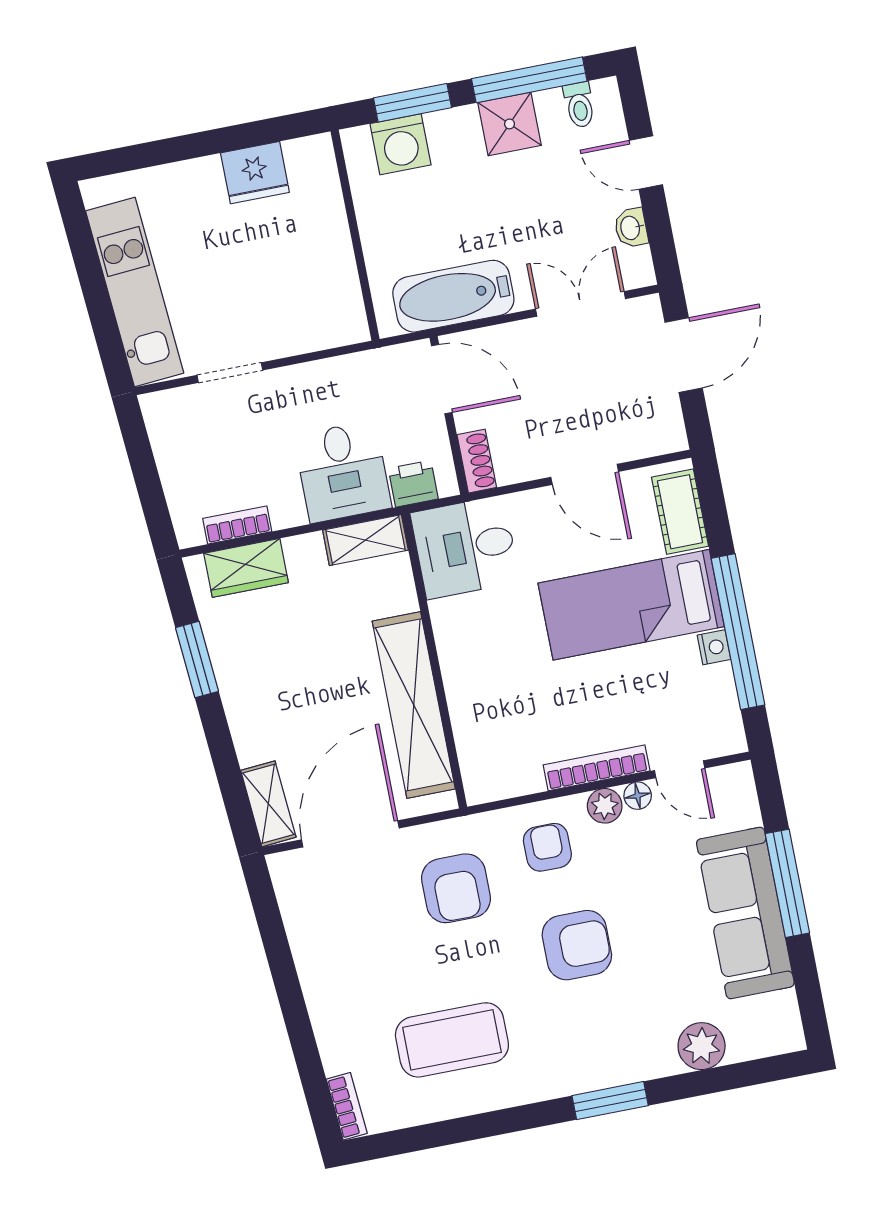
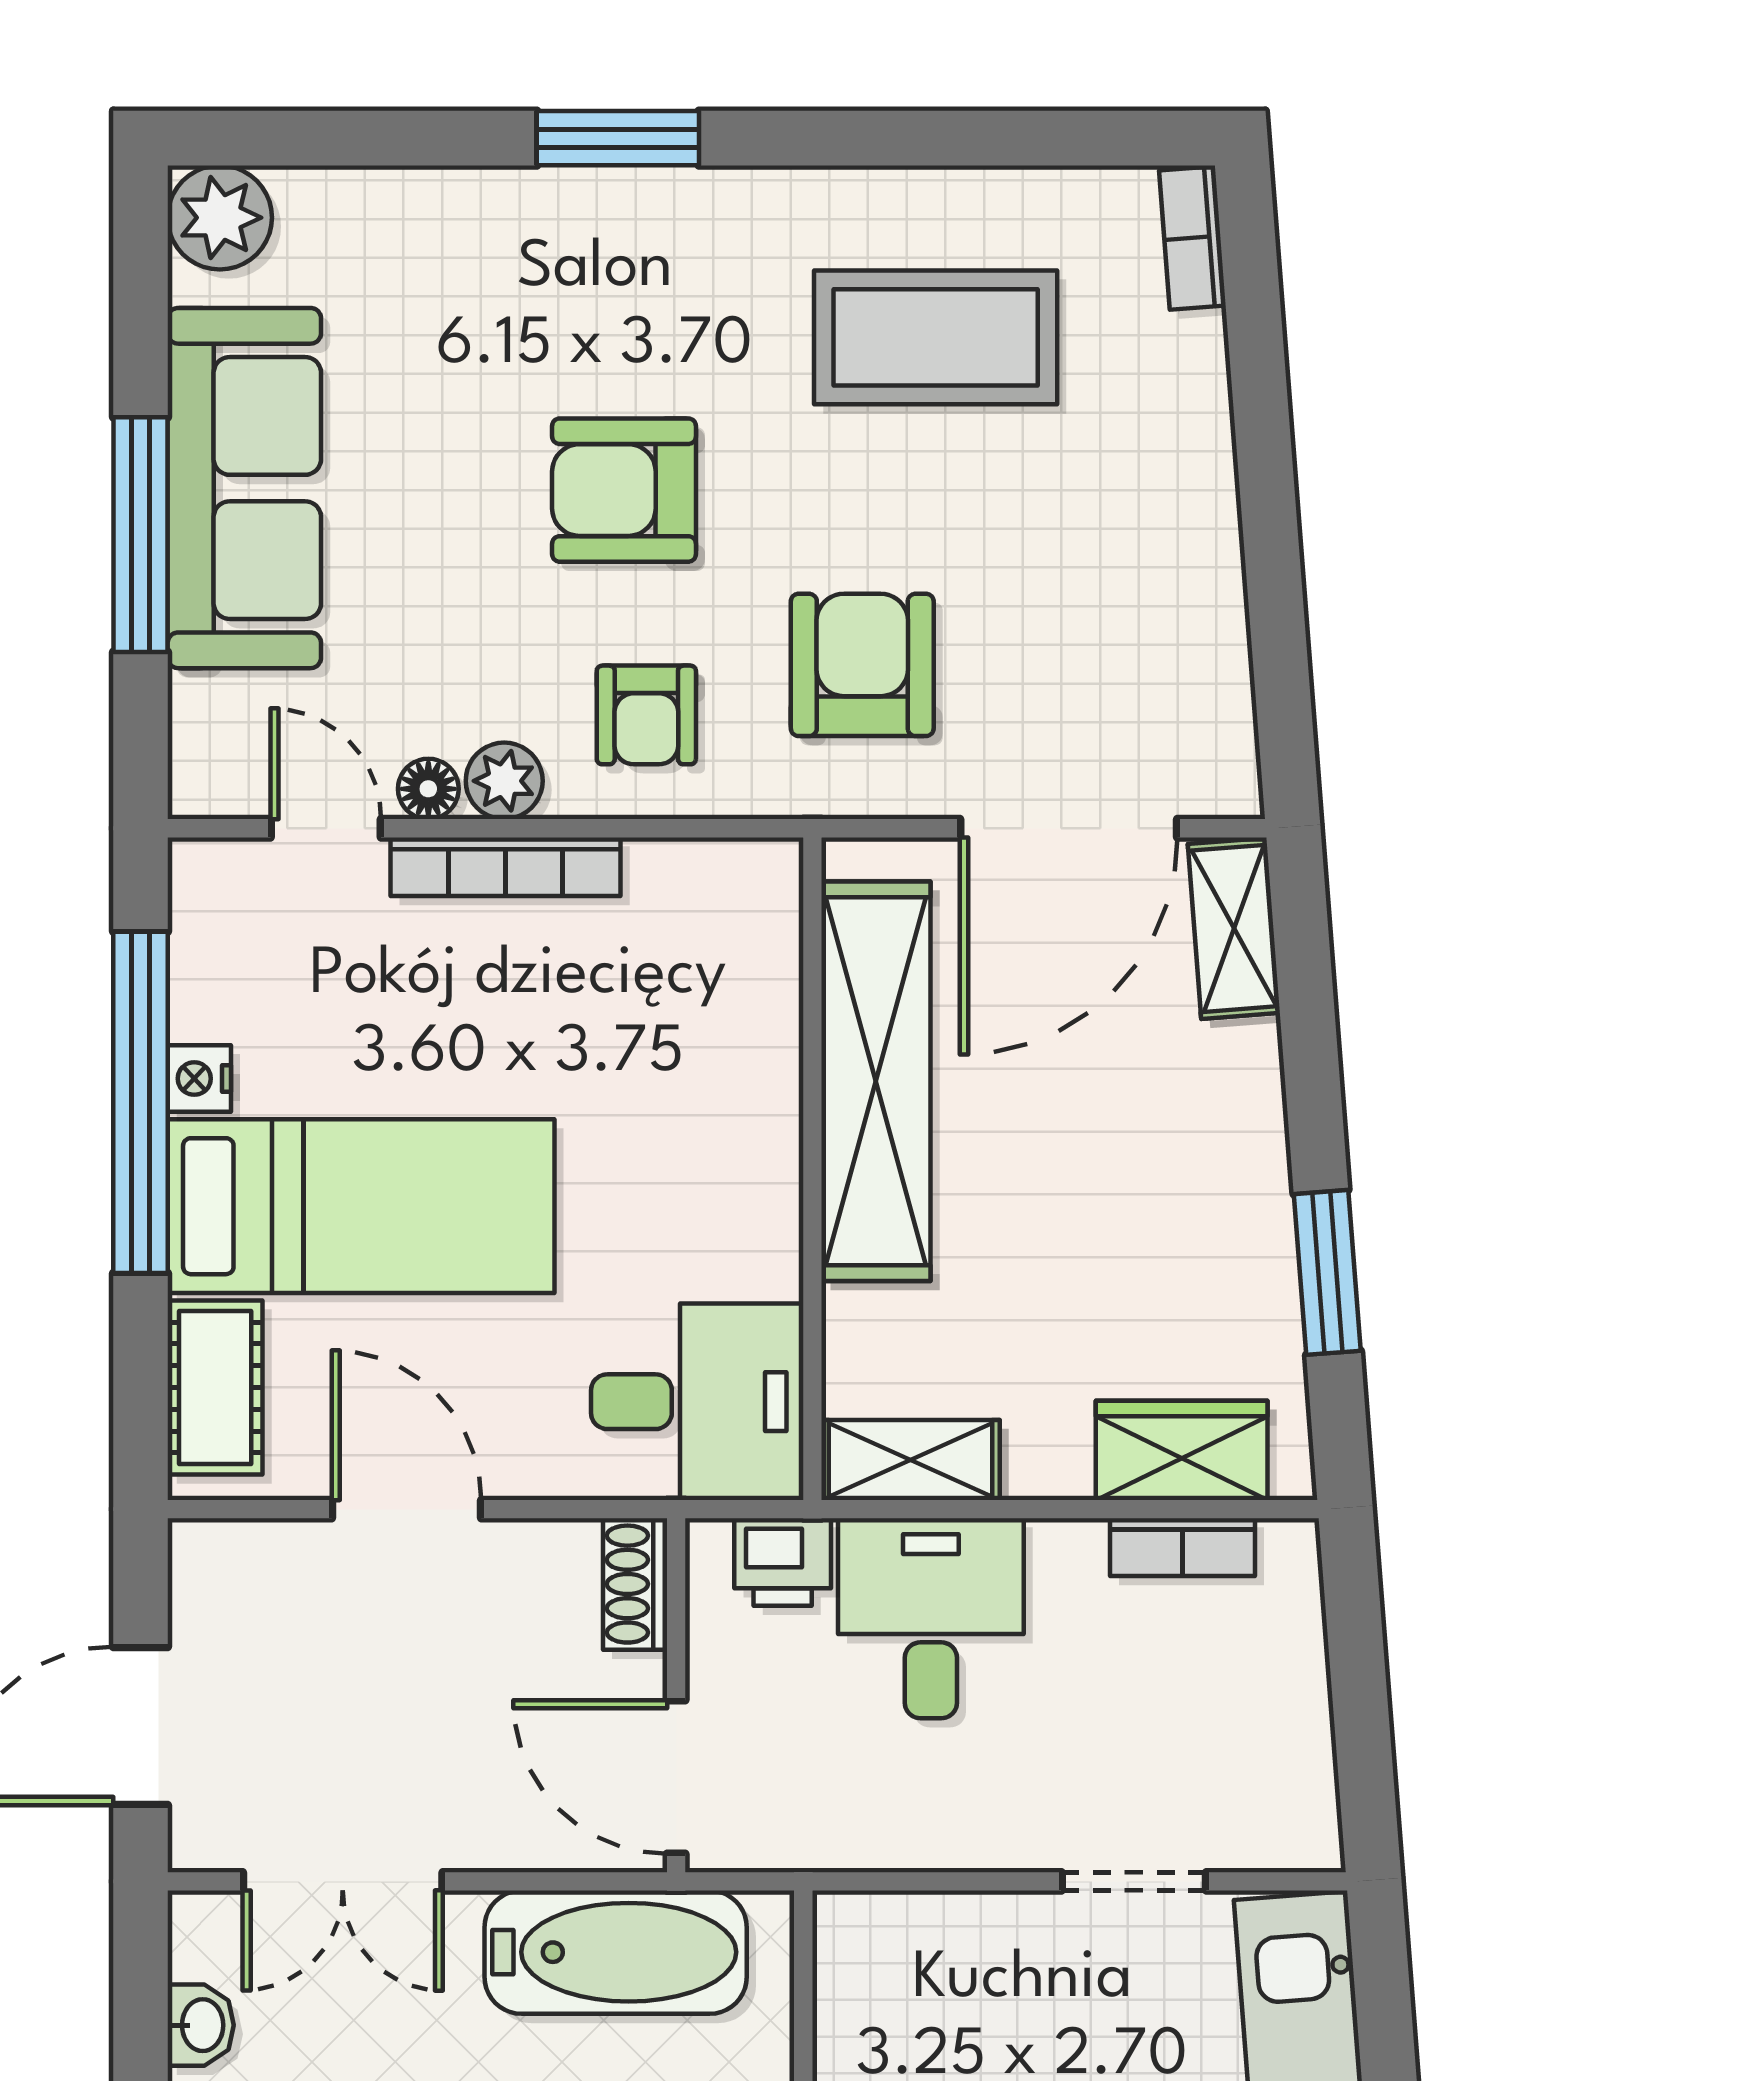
plant: (702, 1046) -> (220, 218), moved

